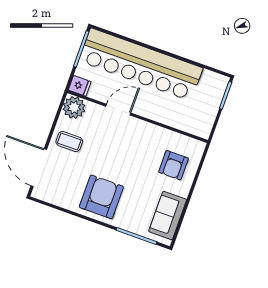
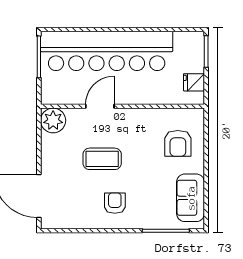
fridge: (80, 86) -> (194, 82), moved, turned 180
coffee table: (69, 141) -> (102, 159), moved, width x1.36, depth x1.30
armchair: (101, 197) -> (115, 203), width x0.53, depth x0.53

